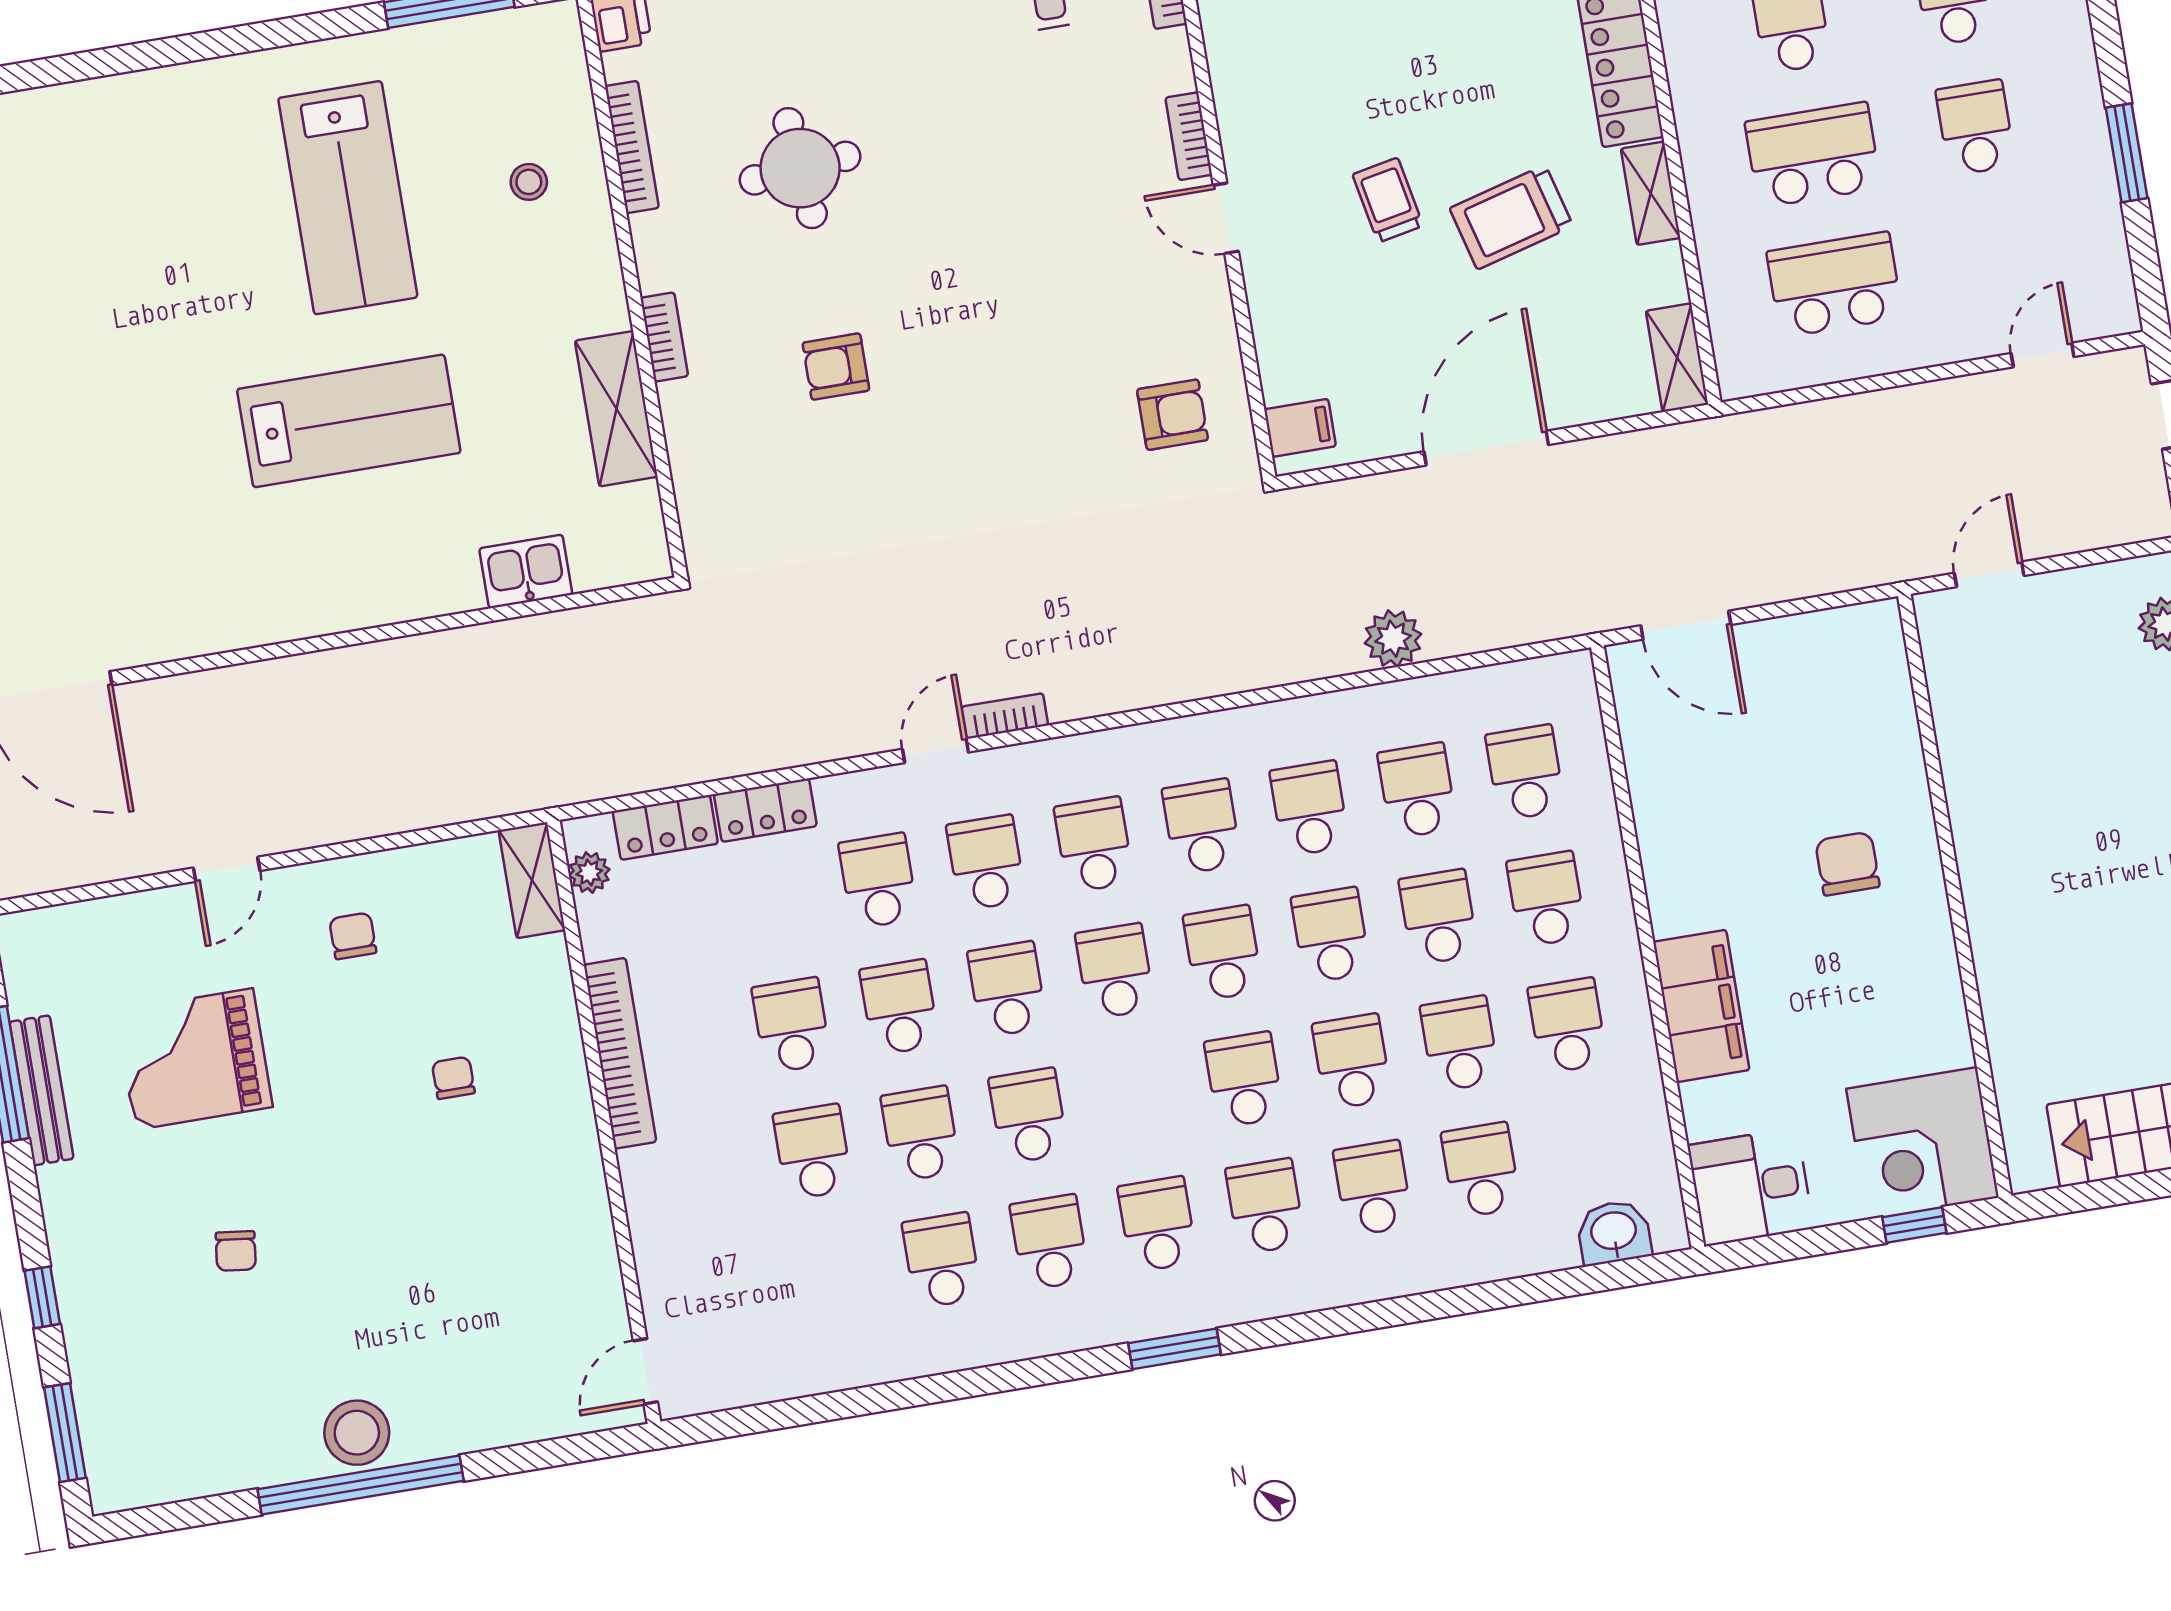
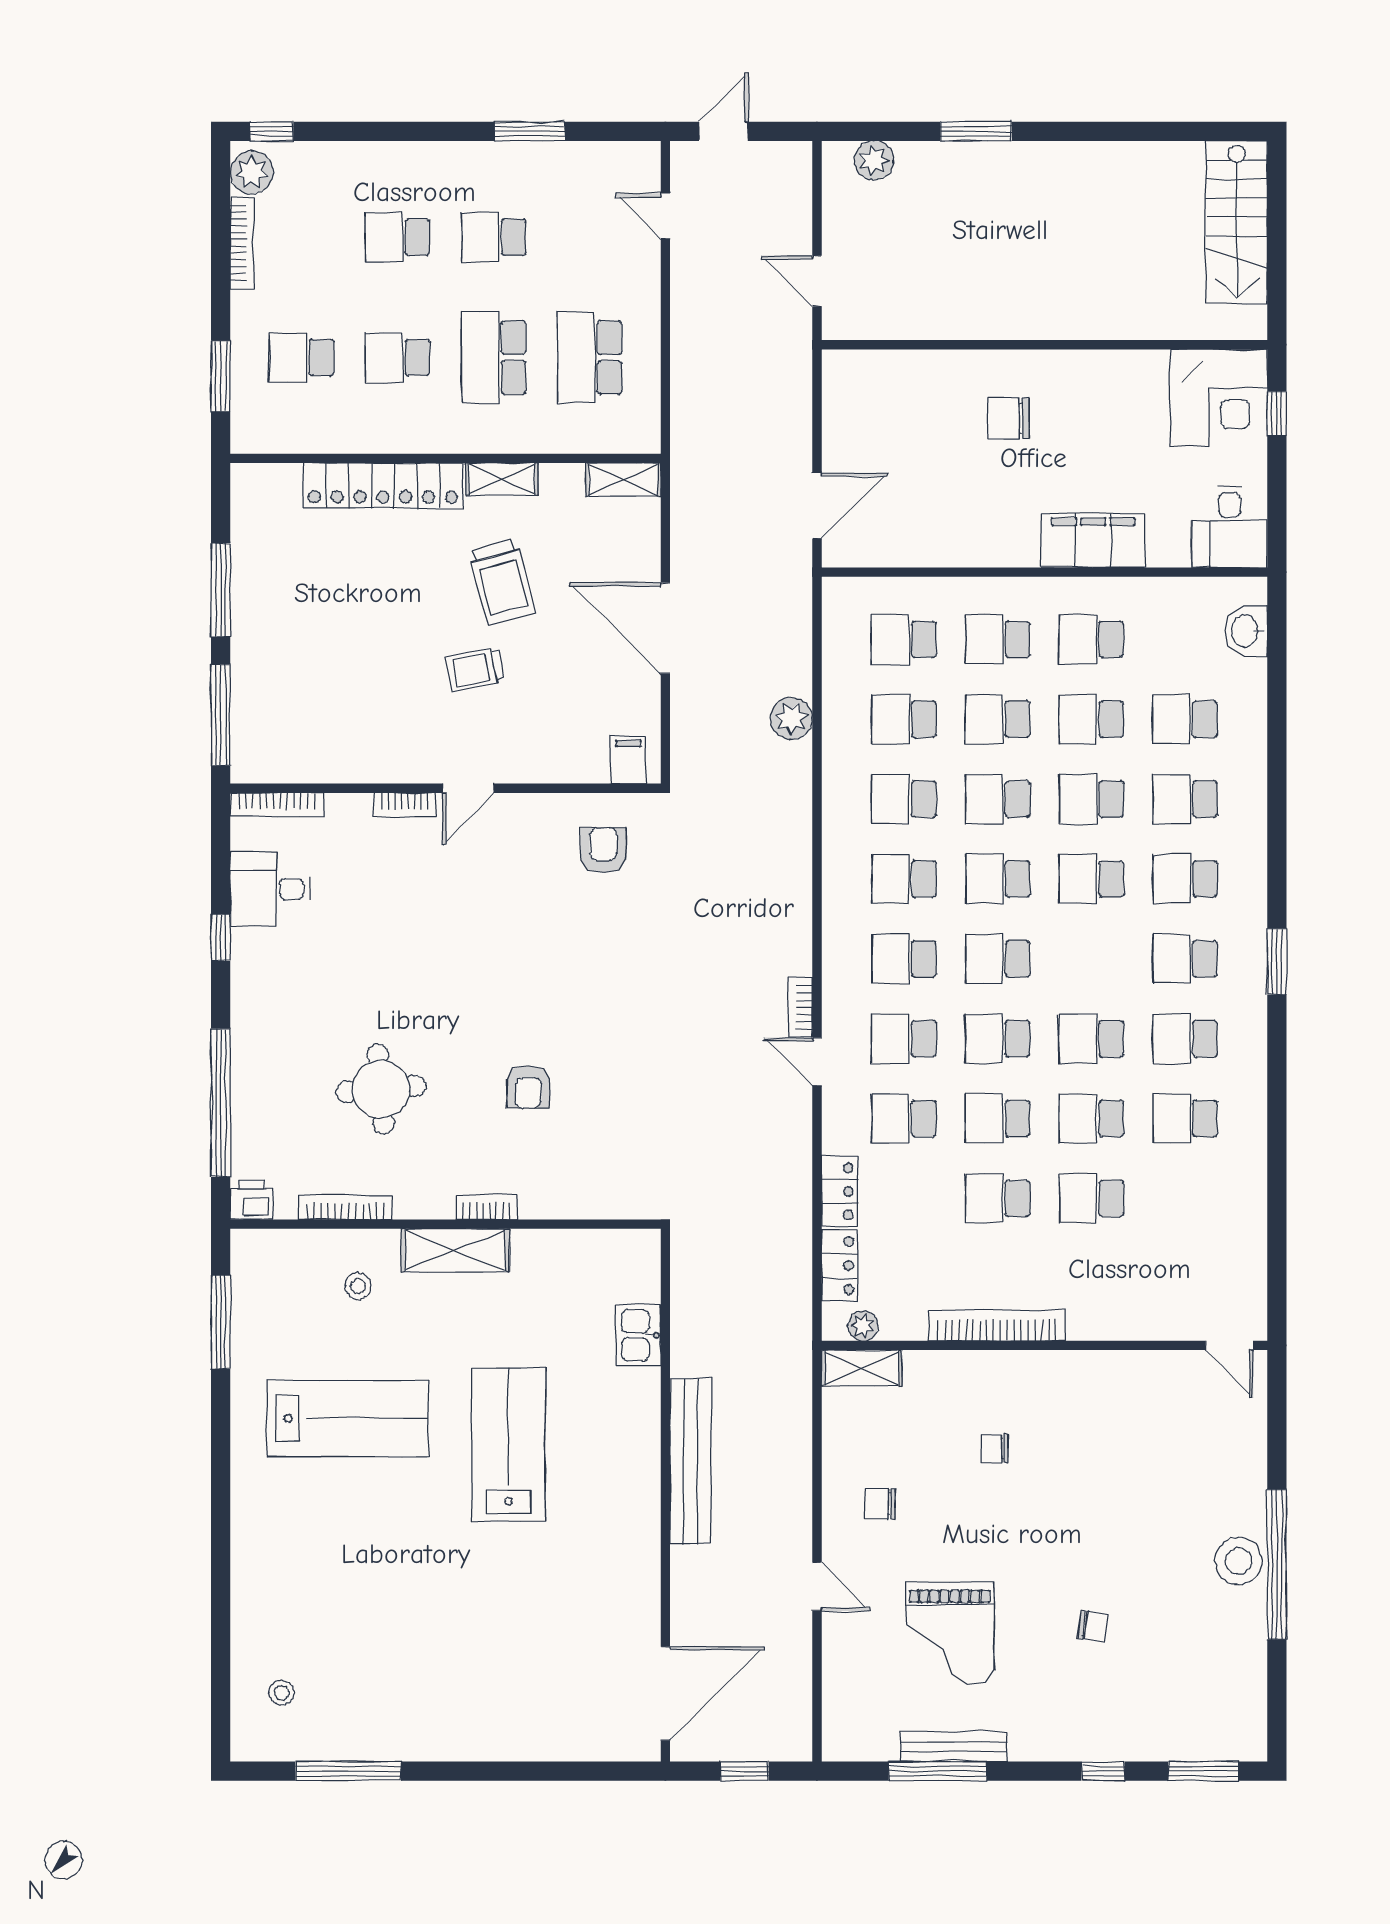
shelving: (616, 409) -> (455, 1250), moved
bench: (368, 670) -> (690, 1461), added

